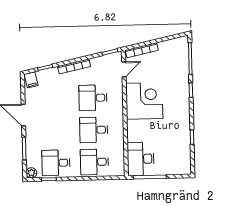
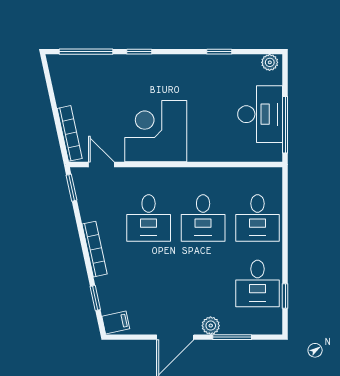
desk: (141, 159) -> (260, 114), moved, turned -90
plant: (186, 167) -> (270, 62), added
plant: (31, 173) -> (211, 326), moved

